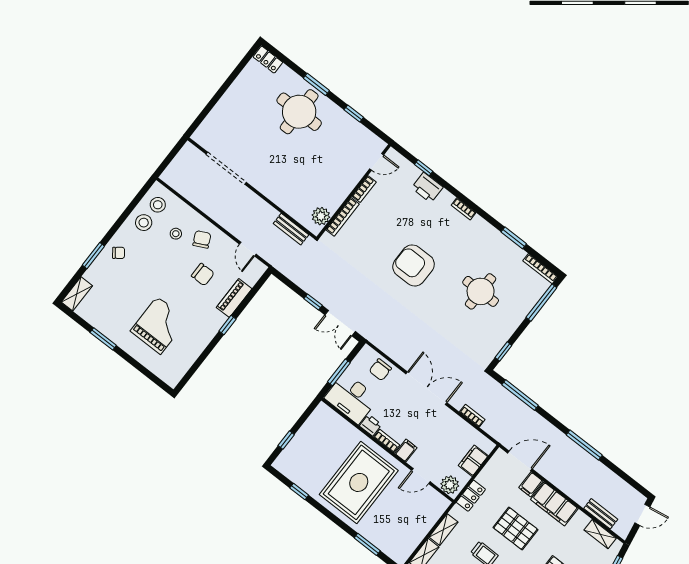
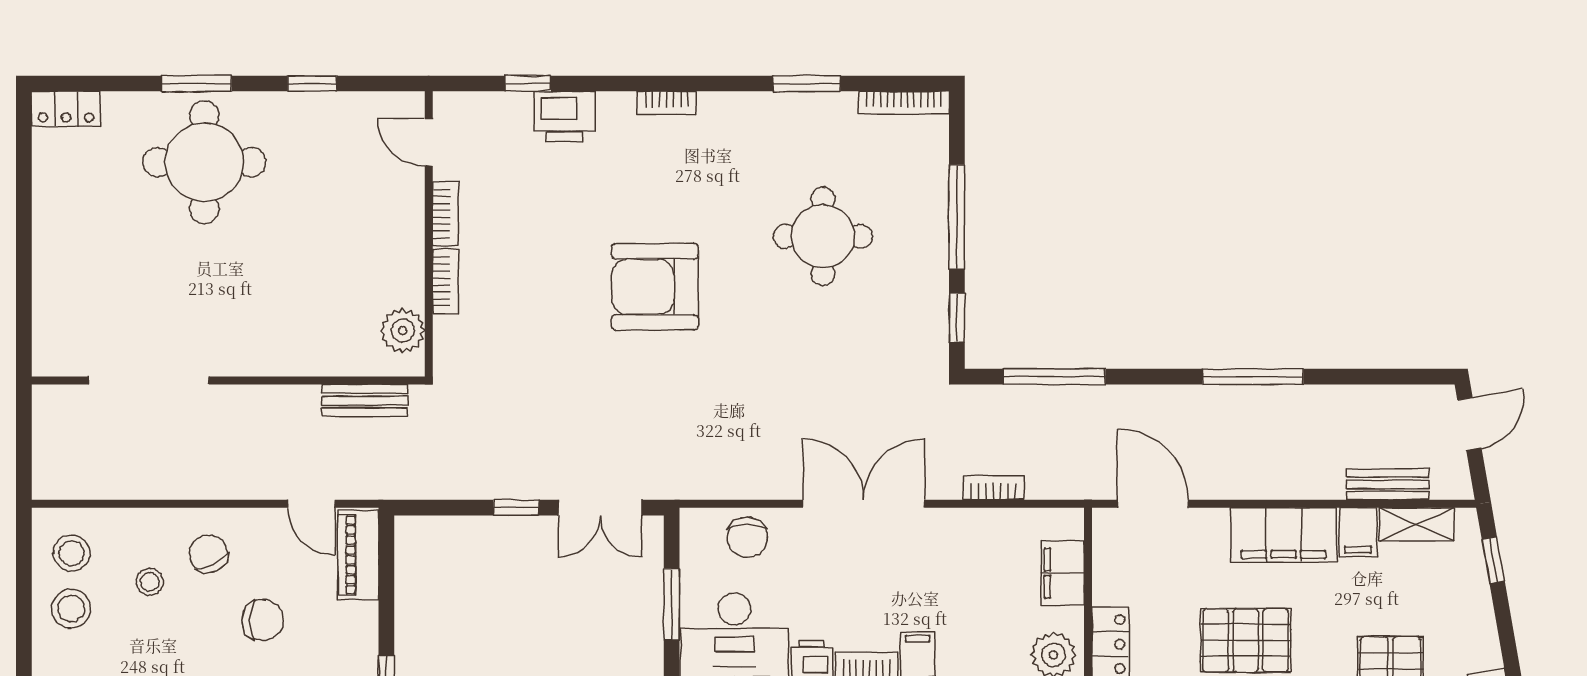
door: (377, 162) -> (429, 142), swing flipped
bookcase: (343, 217) -> (445, 281), width x0.64
piano: (234, 298) -> (358, 555), moved
window: (541, 303) -> (957, 217), moved
door: (520, 461) -> (1153, 504), hinge flipped
filing cabinet: (531, 484) -> (1358, 532), moved

